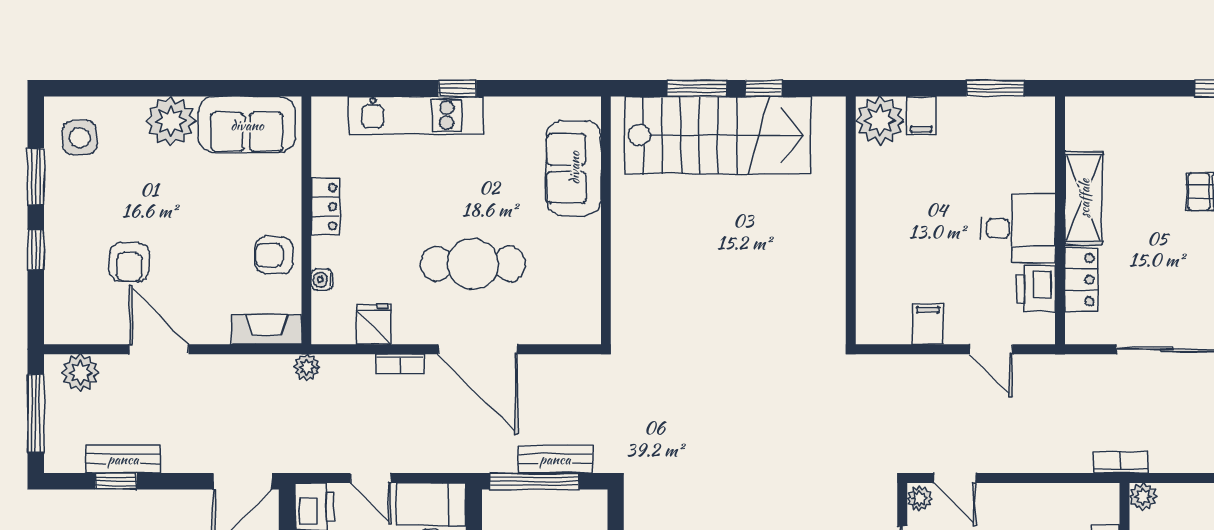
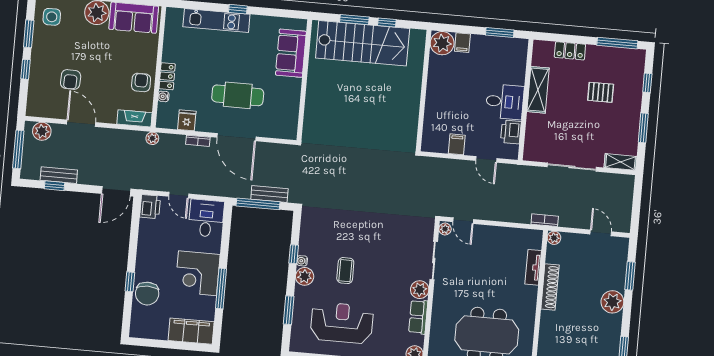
locker: (326, 207) -> (167, 76), moved
armchair: (274, 255) -> (141, 82), turned 90
locker: (1081, 280) -> (570, 51), moved, turned 90

